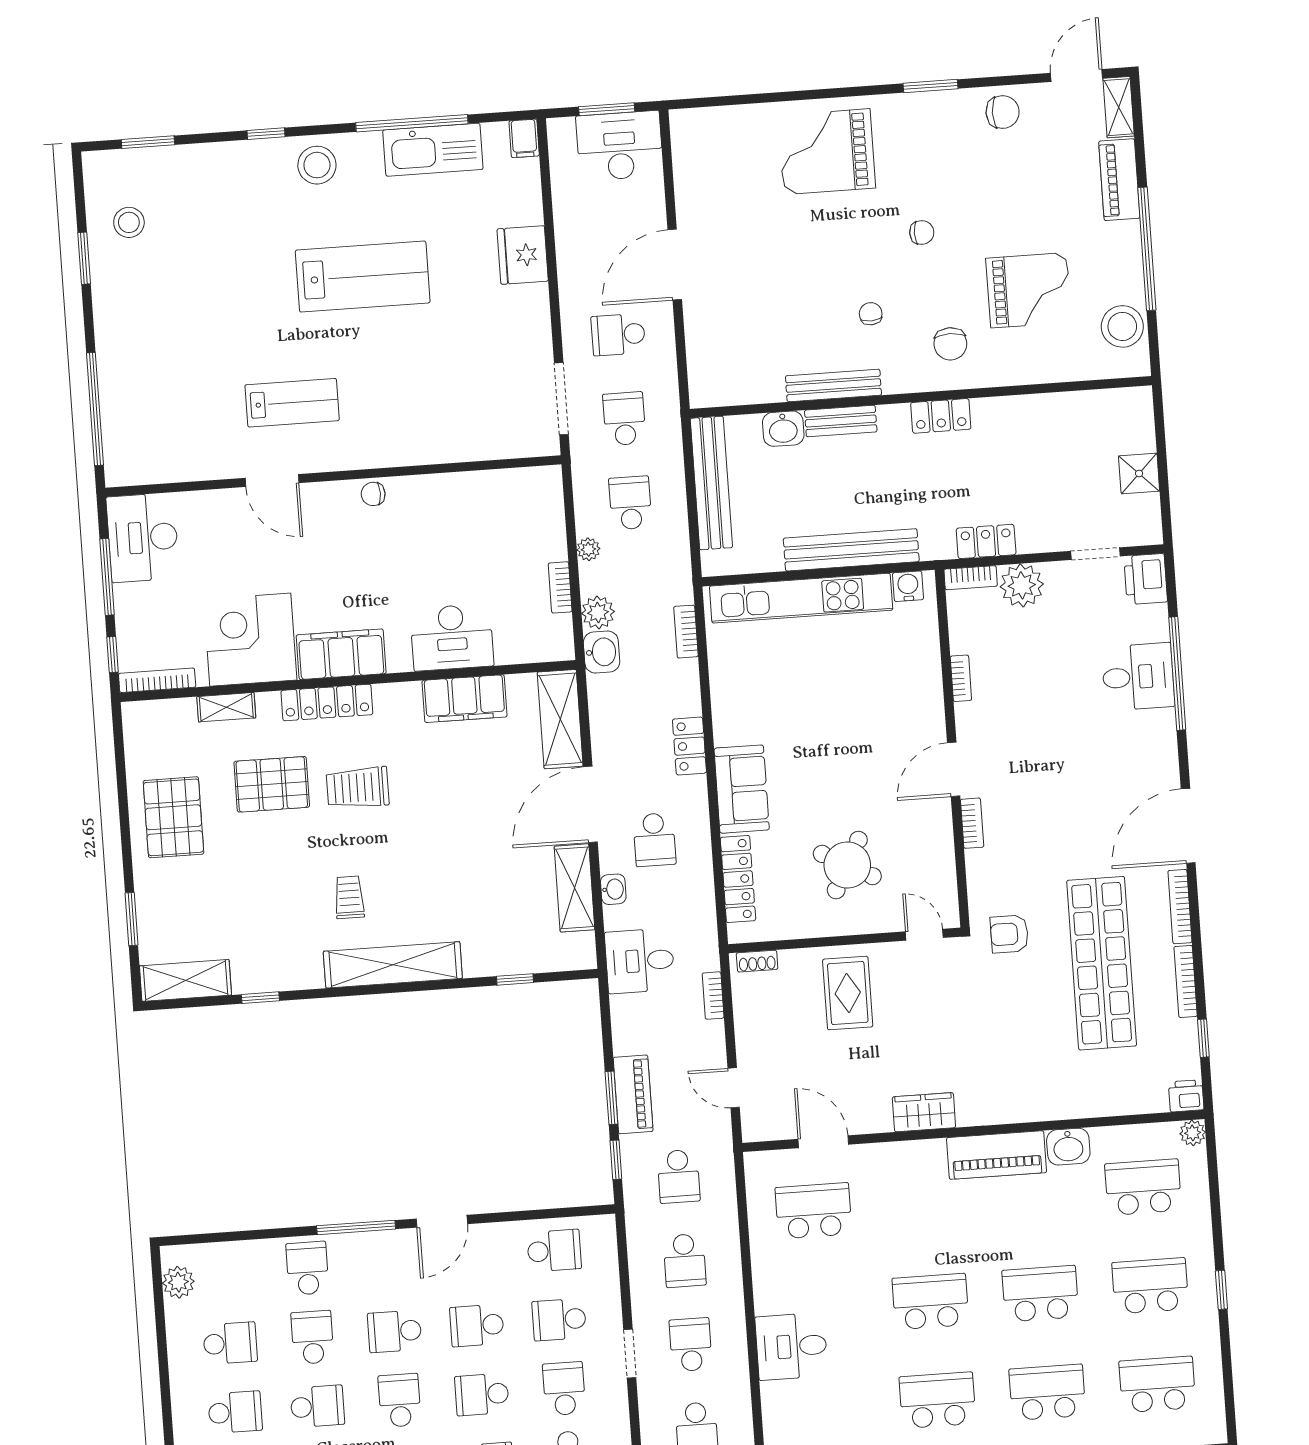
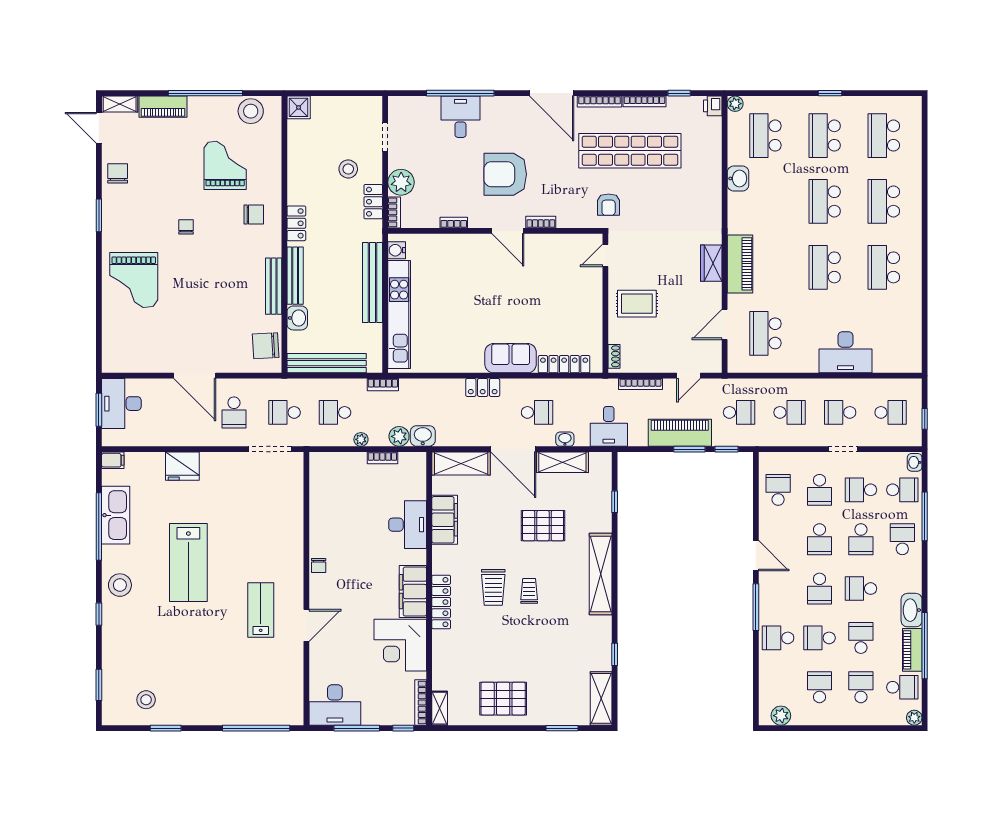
lab bench: (363, 276) -> (188, 563), turned 180
chair: (871, 314) -> (266, 346), moved, width x1.87, depth x1.87
bench: (841, 421) -> (295, 276), width x1.36
shower: (1139, 473) -> (299, 107), moved
stool: (1038, 496) -> (348, 169), added
printer: (1146, 579) -> (403, 108), removed
bookcase: (686, 632) -> (383, 385), moved
shelving: (226, 707) -> (440, 708), moved
armchair: (1048, 758) -> (505, 174), added
pallet: (272, 784) -> (543, 526), moved, turned 90
round table: (847, 865) -> (560, 298), removed
trolley: (349, 897) -> (529, 591), moved, turned 90
bookcase: (713, 996) -> (640, 384), width x1.56
piano: (633, 1094) -> (680, 433), width x1.37, depth x1.33
piano: (997, 1155) -> (740, 264), moved
desk: (791, 1346) -> (845, 352), width x1.37

